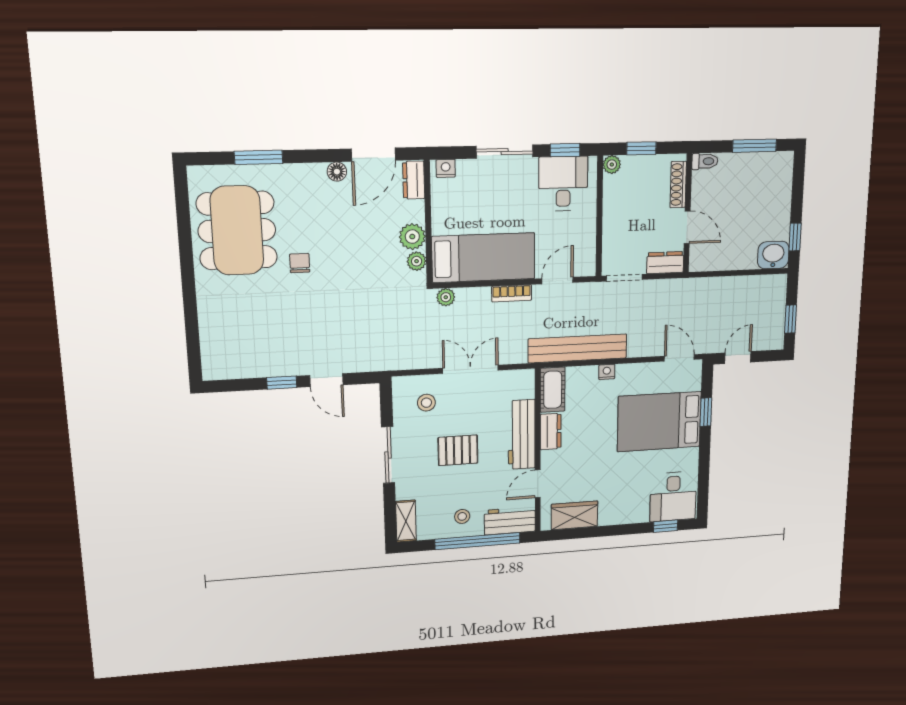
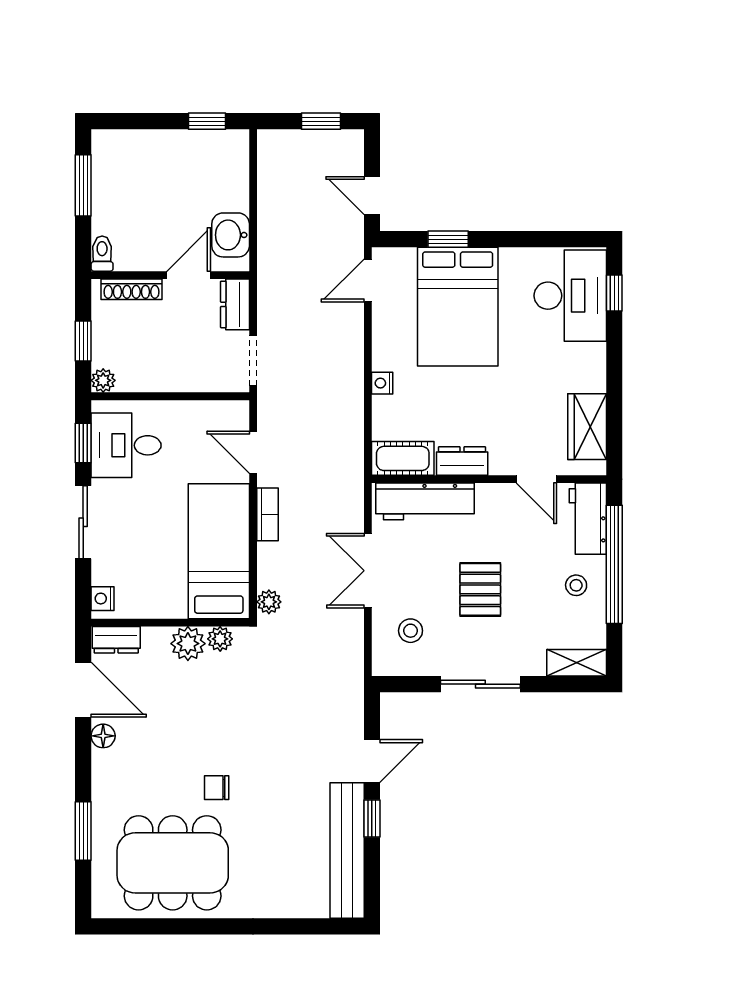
washbasin: (773, 255) -> (231, 235), moved
bench: (578, 348) -> (347, 850), moved
workbench: (522, 434) -> (425, 501), moved
desk: (673, 497) -> (570, 296), width x1.37

